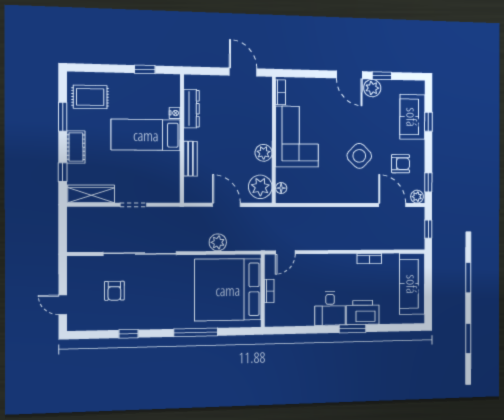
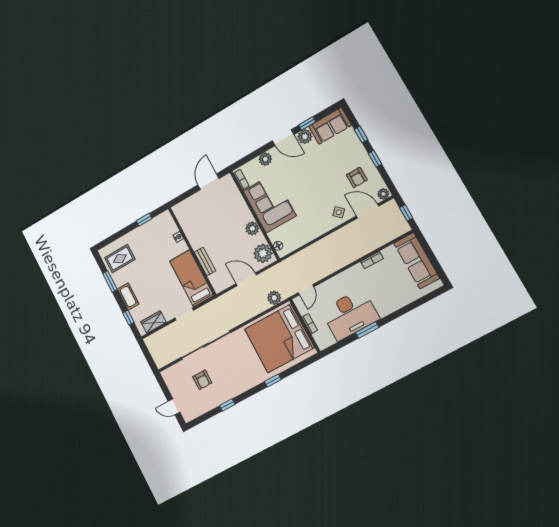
door: (243, 72) -> (208, 182), hinge flipped
plant: (318, 86) -> (265, 159), added
dresser: (191, 109) -> (188, 227), removed
sofa: (412, 117) -> (330, 126), moved, turned -90
bed: (146, 135) -> (192, 278), moved, turned 90
side table: (359, 156) -> (339, 212), moved, width x0.54, depth x0.54
armchair: (400, 164) -> (357, 177), turned 90
window: (428, 182) -> (375, 159), moved
wardrobe: (91, 194) -> (153, 322), width x0.67
plant: (218, 242) -> (274, 298), moved
desk: (330, 308) -> (350, 315), width x1.87, depth x1.30
printer: (363, 312) -> (389, 303), removed
window: (353, 329) -> (367, 330), moved
window: (196, 332) -> (273, 381), width x0.46

